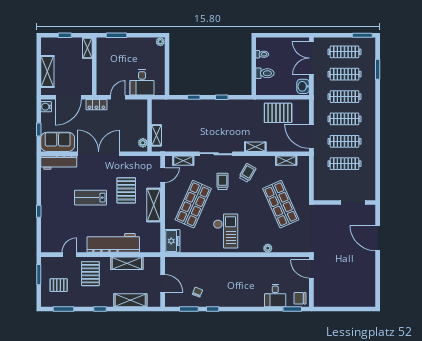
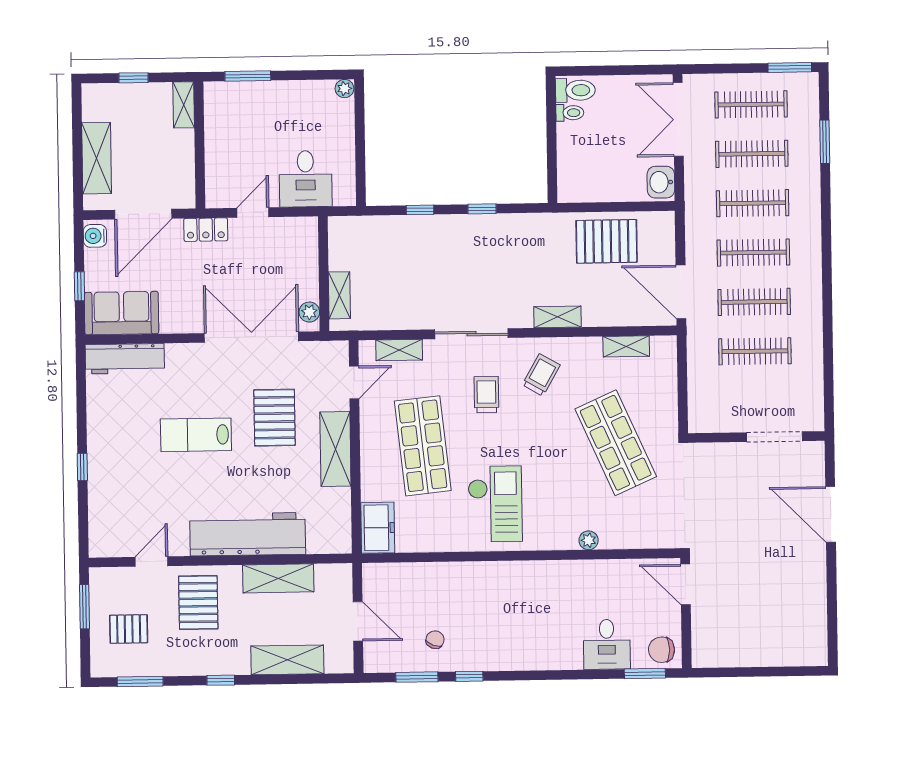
toilet: (265, 73) -> (575, 90), moved
double door: (99, 154) -> (251, 337), moved
shop shelf: (193, 204) -> (423, 446), turned -30

